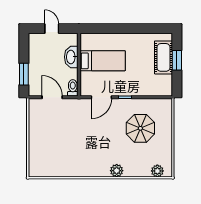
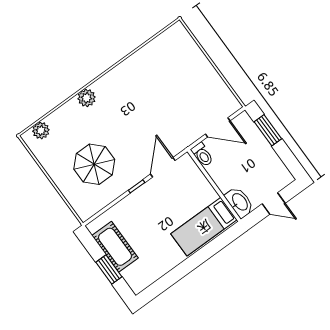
washbasin: (71, 57) -> (240, 202), moved
cot: (163, 57) -> (115, 247), moved
bed: (103, 61) -> (204, 227), moved

